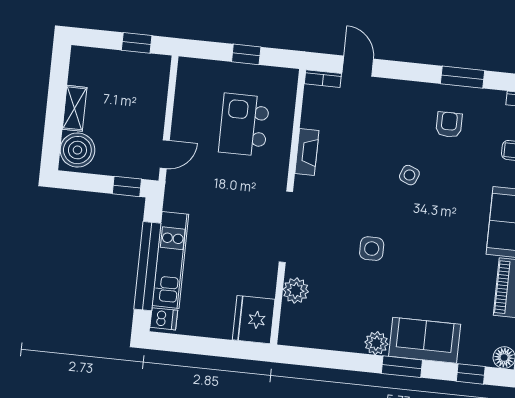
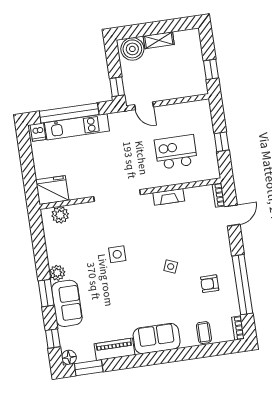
window: (462, 77) -> (242, 285), width x2.11
armchair: (449, 125) -> (210, 284), turned 180
plant: (296, 291) -> (60, 215), moved

